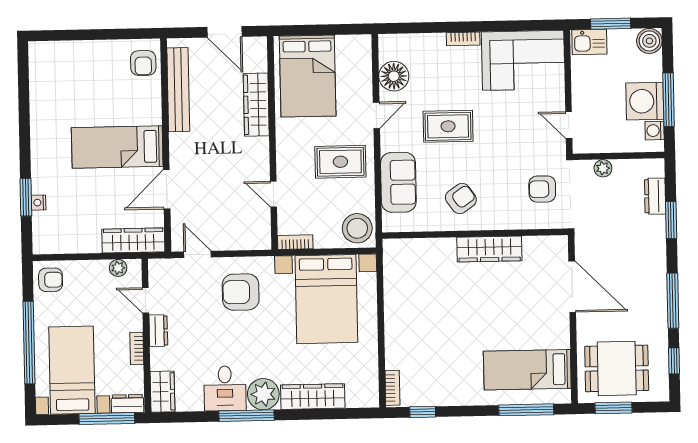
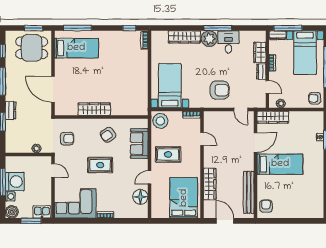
rug: (448, 126) -> (100, 165), moved
washing machine: (655, 131) -> (10, 197), moved
dresser: (655, 196) -> (11, 110), moved
bed with nightstands: (326, 299) -> (170, 86), width x0.73
wardrobe: (162, 392) -> (260, 52), moved

